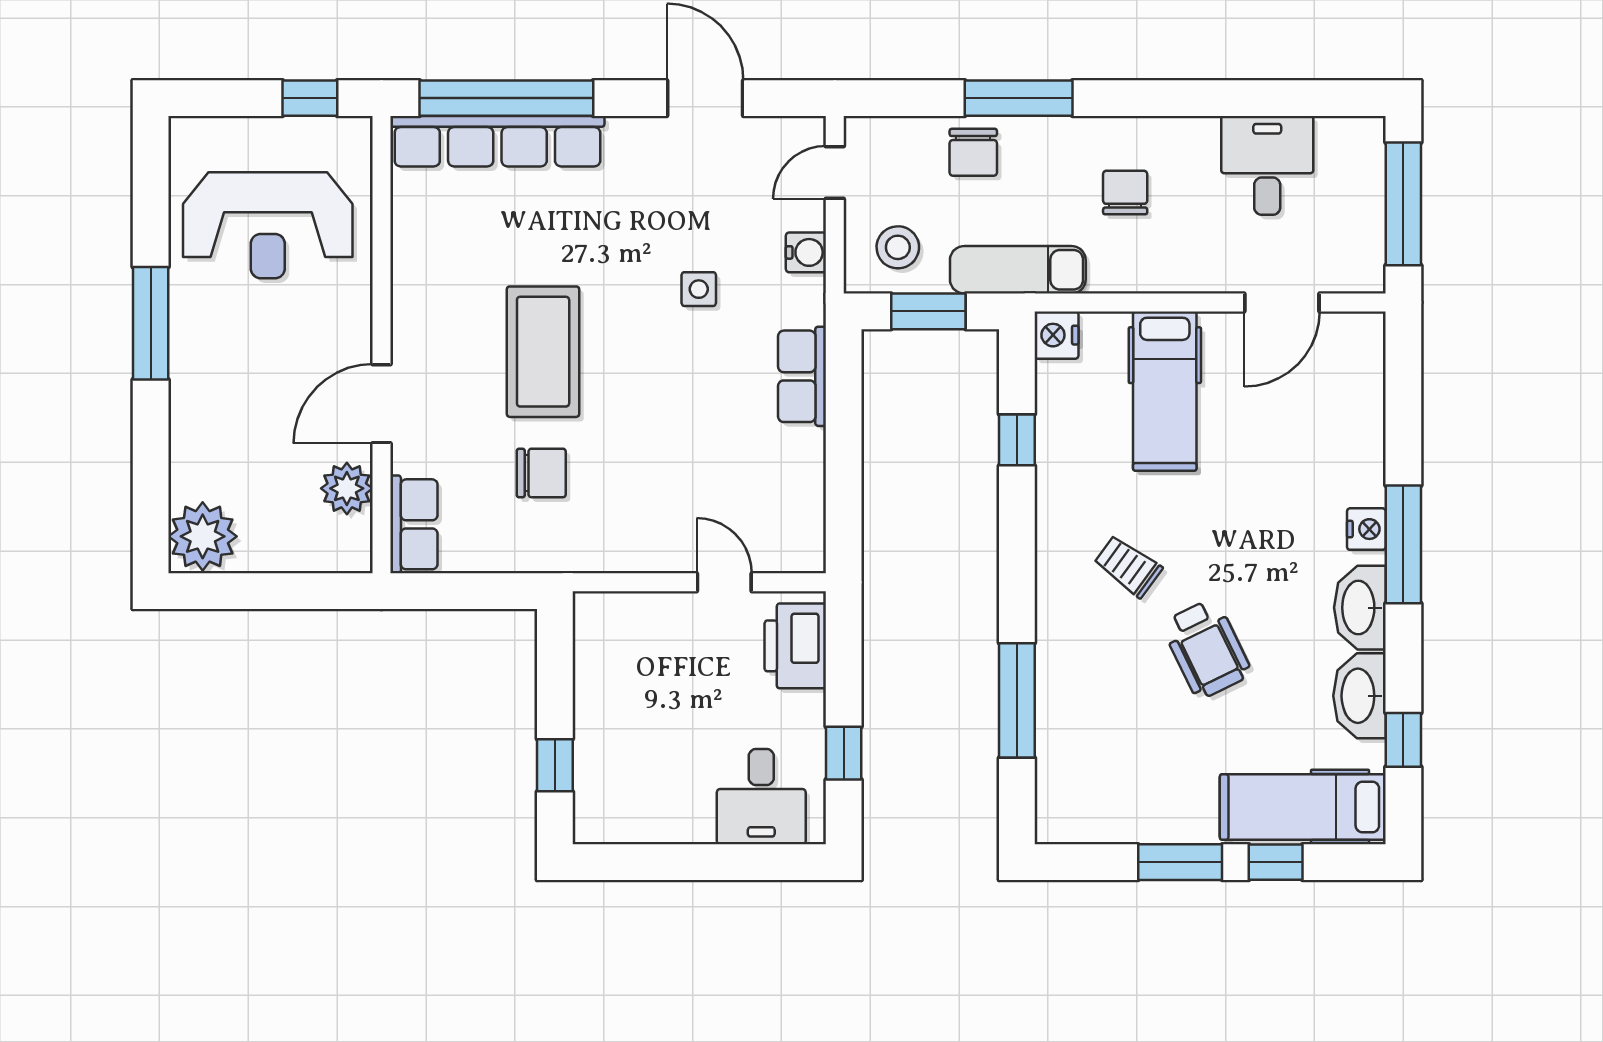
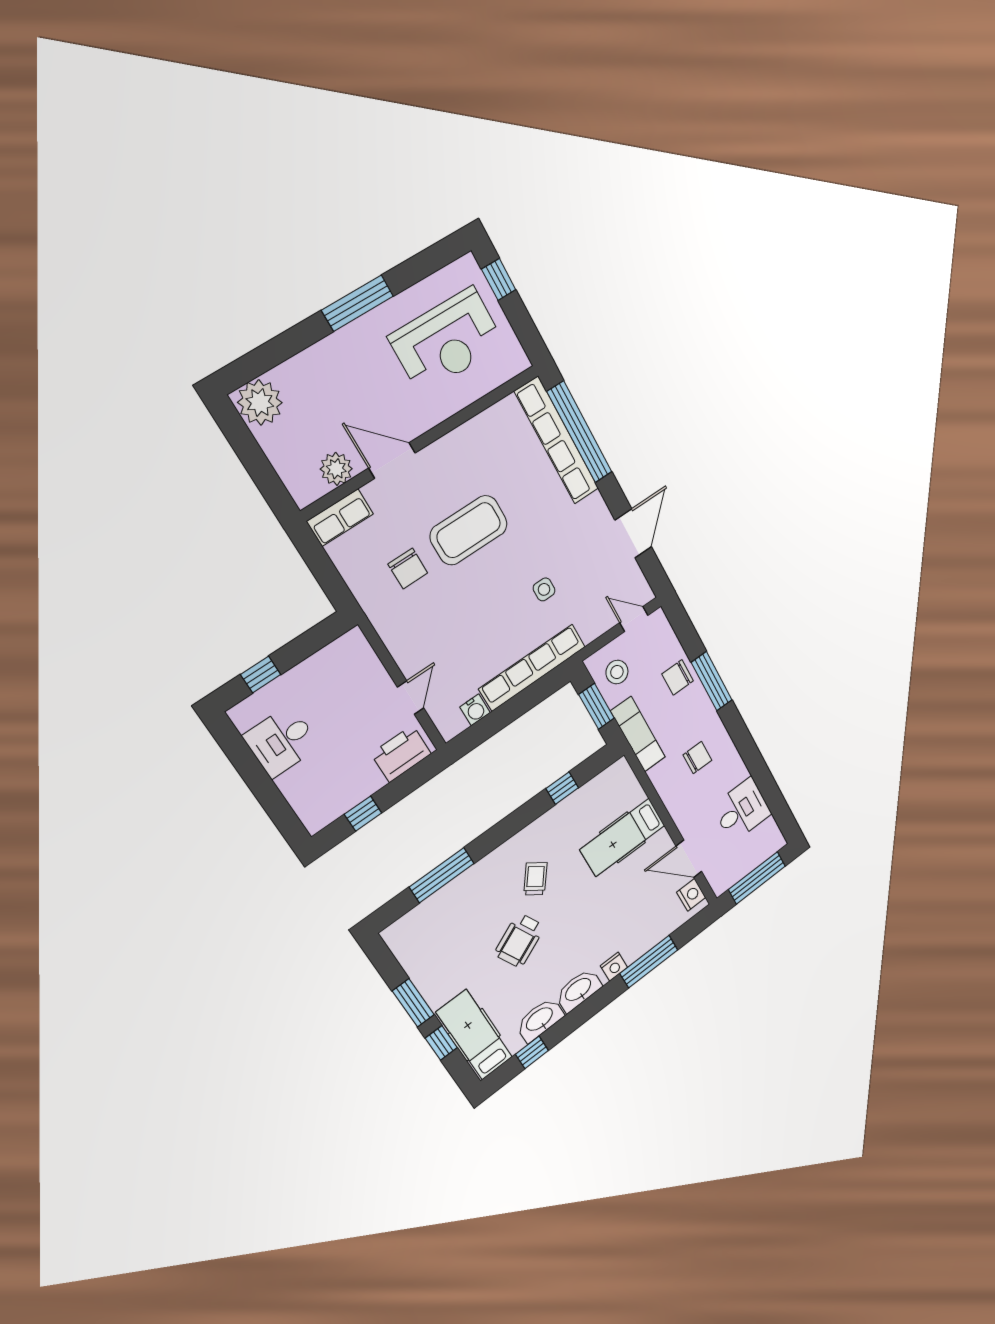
window: (310, 98) -> (499, 279), moved
reception desk: (268, 225) -> (447, 341), turned -90
water cooler: (806, 252) -> (475, 710), moved
nightstand: (1056, 335) -> (691, 895), moved, turned 90
row of seats: (802, 376) -> (532, 668), width x2.02
window: (1403, 544) -> (649, 962), moved
desk: (761, 797) -> (282, 741), moved

